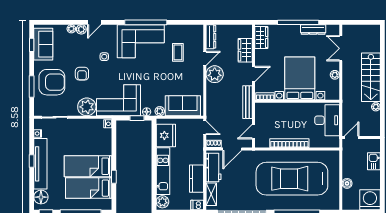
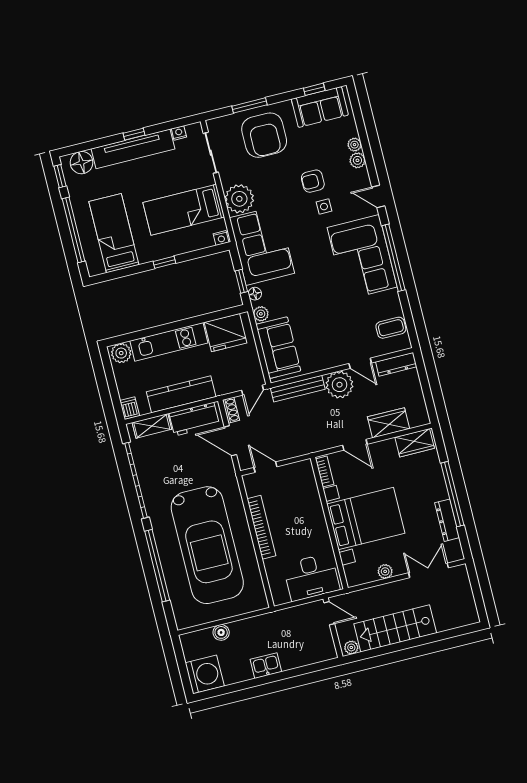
door: (94, 22) -> (378, 196), moved
coffee table: (178, 52) -> (391, 328), moved
armchair: (82, 74) -> (313, 181), moved
bench: (247, 102) -> (298, 389), moved
door: (352, 138) -> (329, 613), moved
wall: (361, 138) -> (333, 628), moved
bed: (88, 166) -> (184, 210), moved, turned -90
window: (114, 177) -> (164, 262), moved
kitchen counter: (196, 179) -> (181, 394), width x1.50
car: (292, 179) -> (207, 545), turned 180

